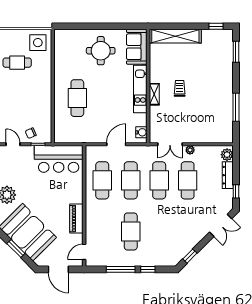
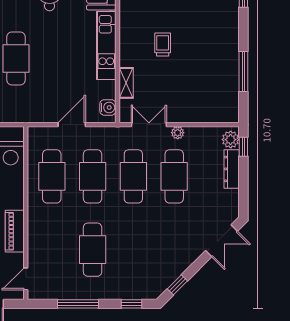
shelving: (154, 94) -> (126, 83), moved
double door: (170, 144) -> (149, 125), swing flipped
window: (236, 191) -> (243, 147), moved
window: (148, 269) -> (132, 304), moved

